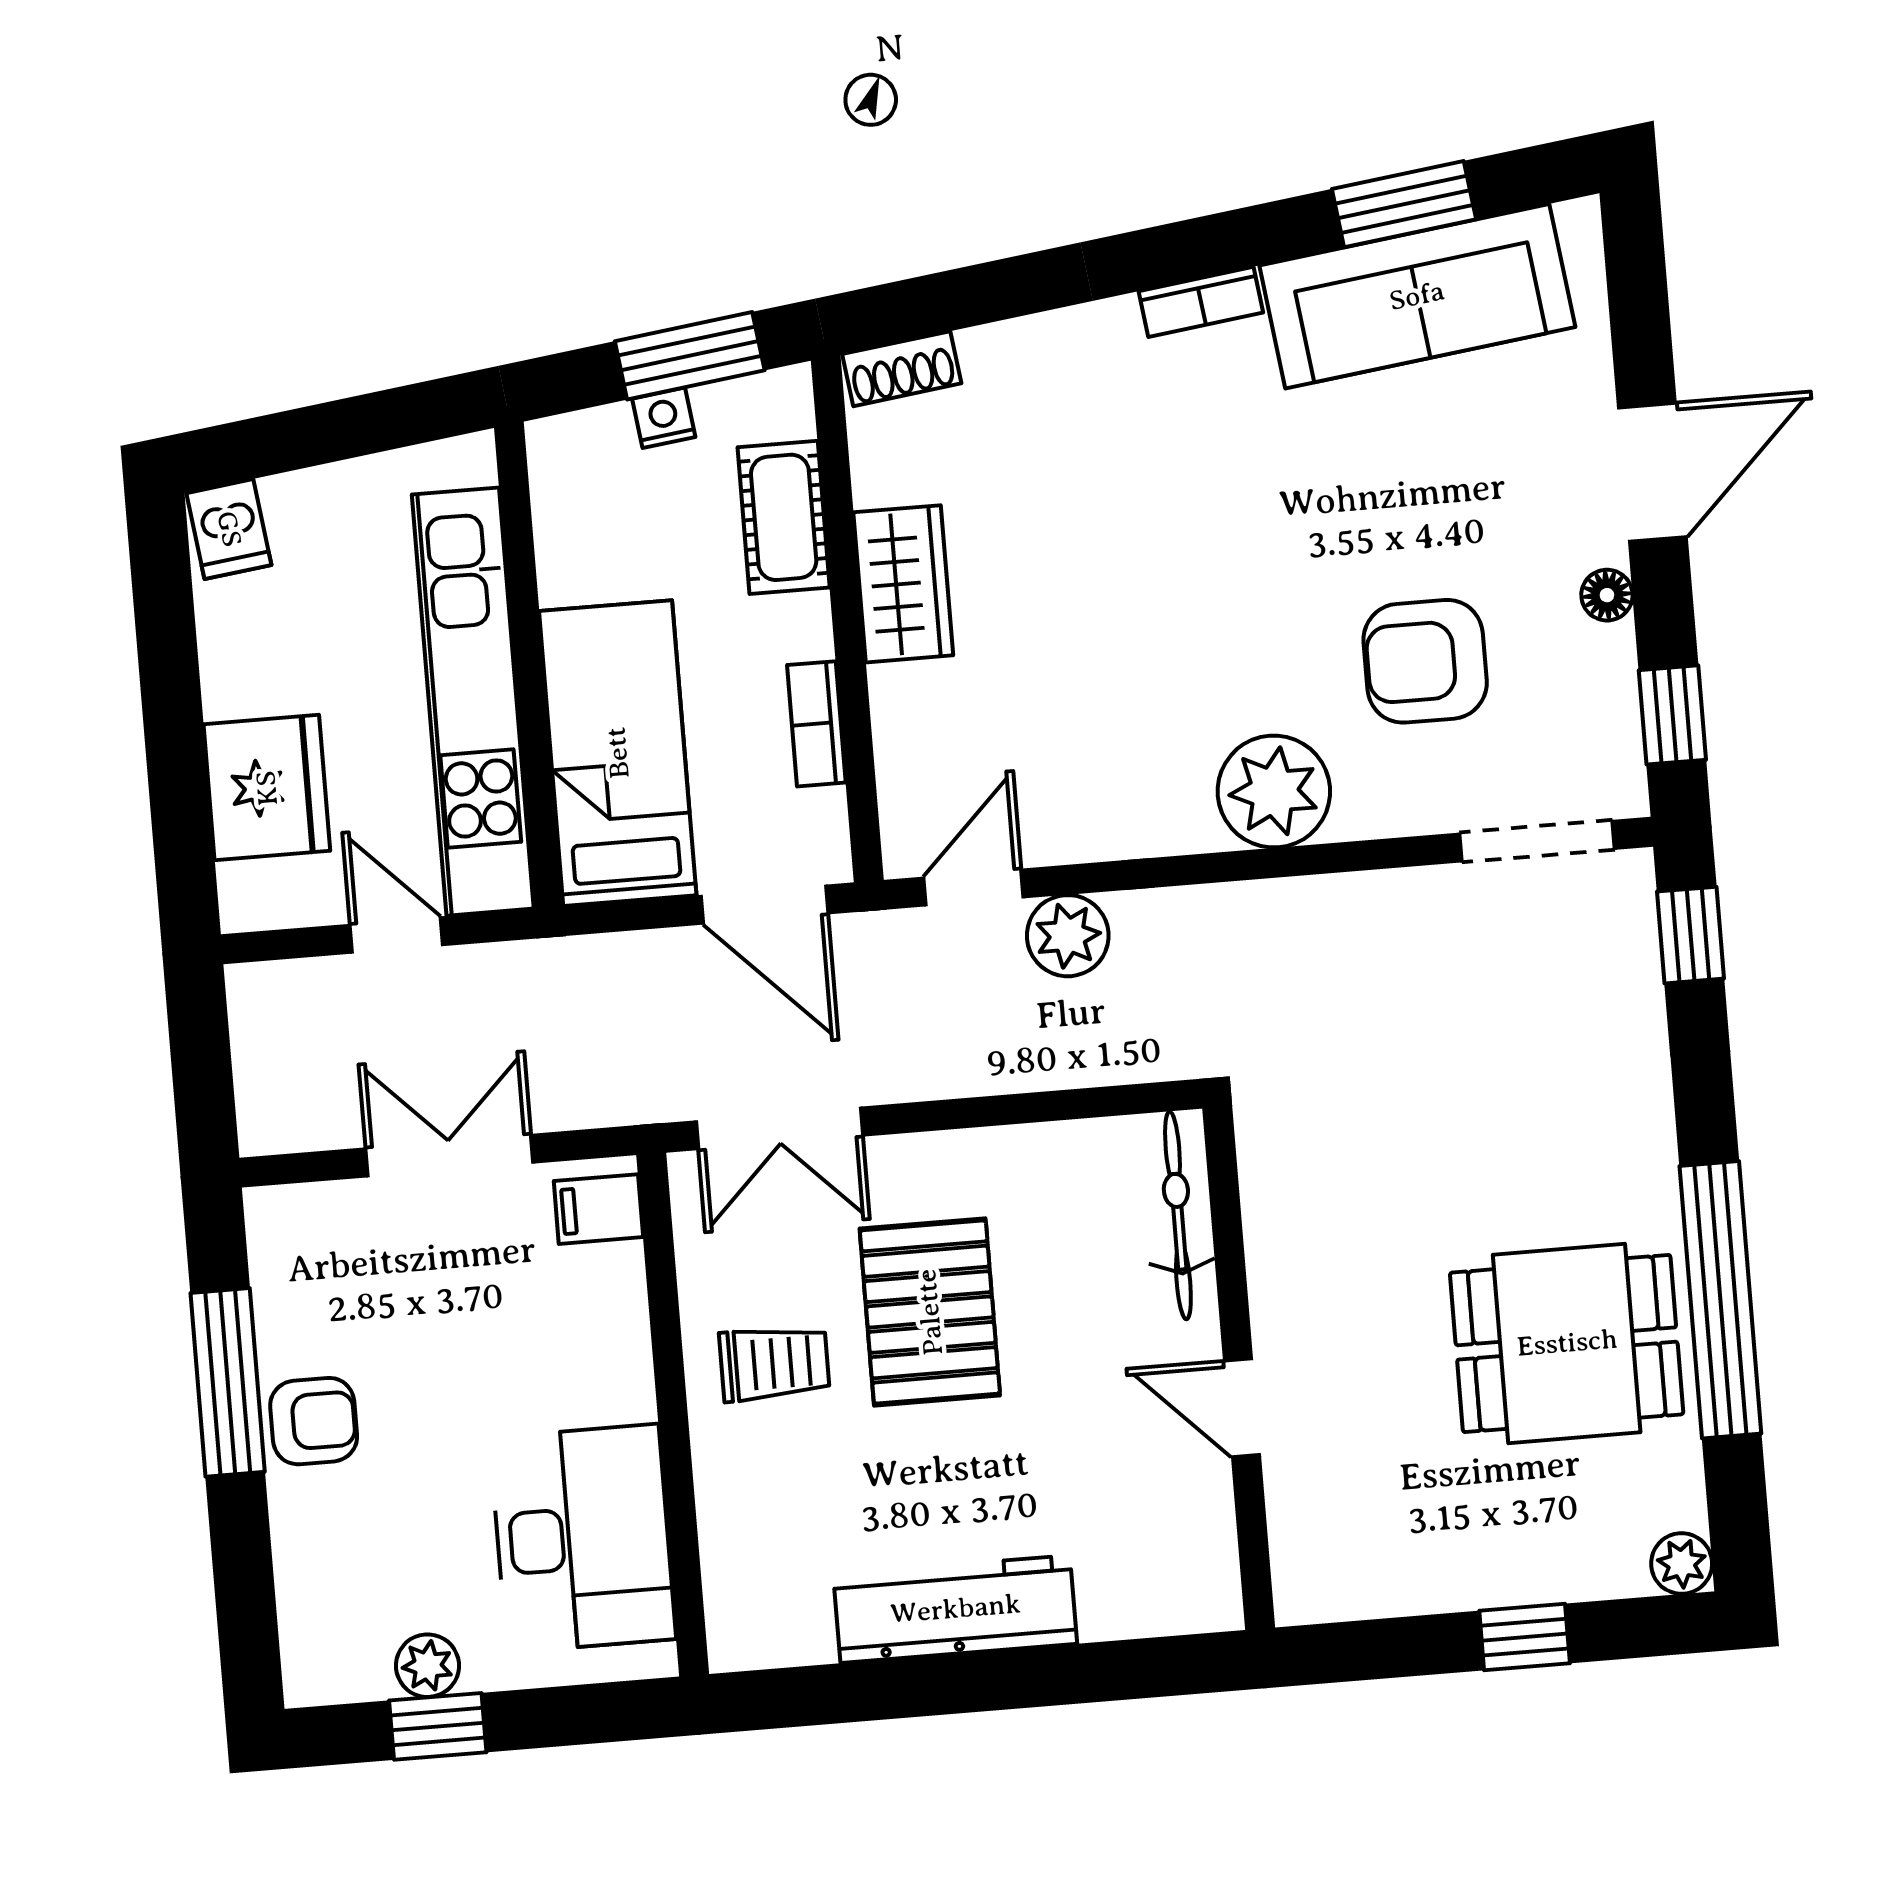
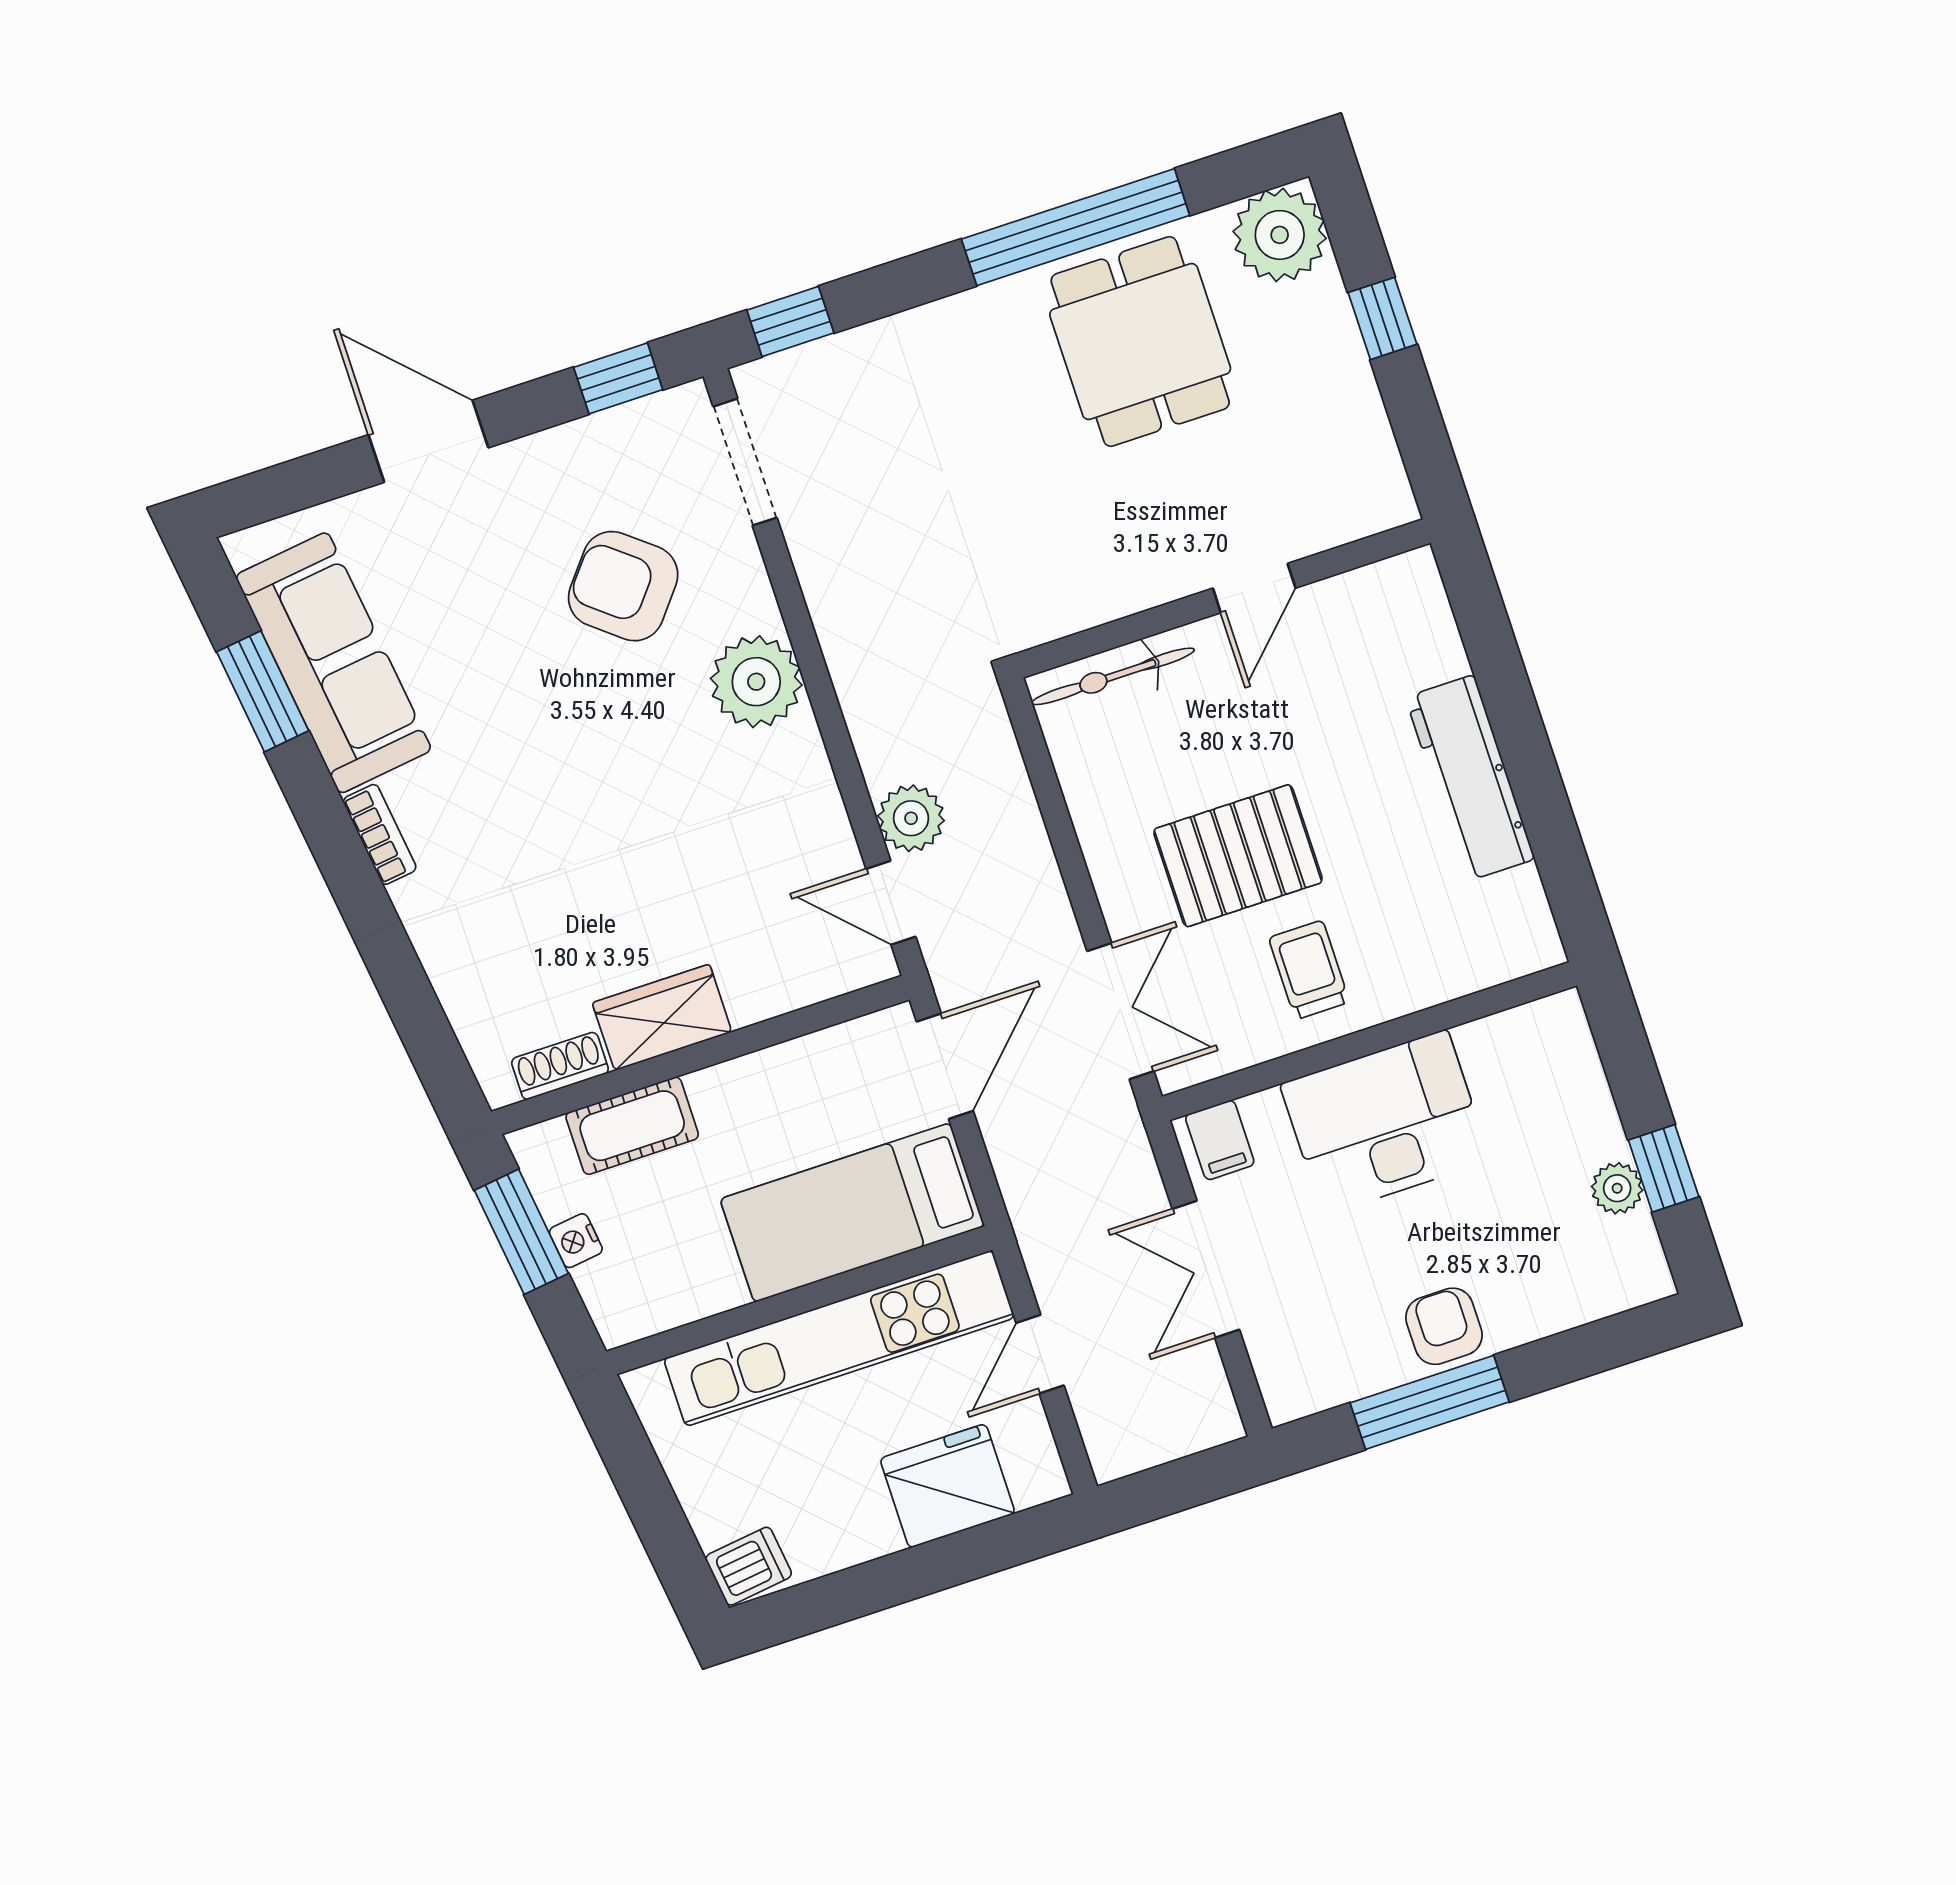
shoe rack: (902, 369) -> (560, 1066), moved, turned -83
floor lamp: (1607, 595) -> (535, 454), removed
armchair: (1425, 661) -> (623, 586), turned 129
bookcase: (816, 724) -> (791, 1060), removed
desk: (583, 1538) -> (1385, 1122), moved
plant: (1682, 1564) -> (1280, 235), width x1.88, depth x1.88

